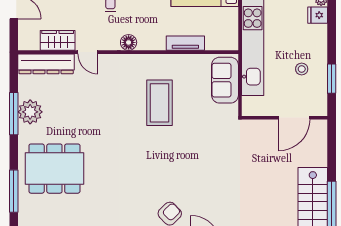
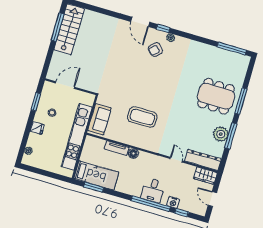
fridge: (318, 15) -> (37, 128), moved
wardrobe: (58, 40) -> (205, 176), moved
floor lamp: (129, 42) -> (133, 153), moved
coffee table: (160, 103) -> (142, 117), turned 90
window: (14, 191) -> (241, 101), moved

